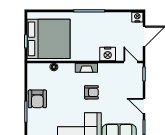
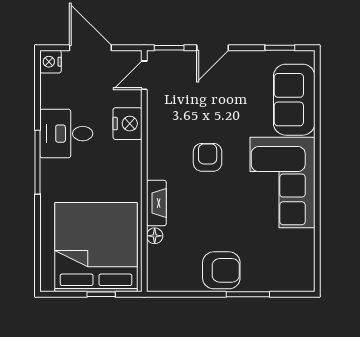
desk: (103, 25) -> (66, 134), added
fireplace: (86, 68) -> (156, 203), moved
door: (144, 106) -> (213, 48), moved

